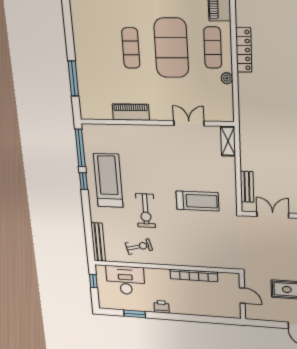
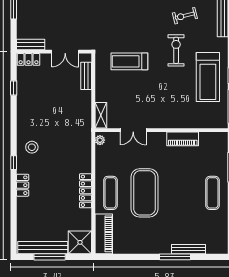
exercise mat: (131, 48) -> (212, 193), moved
plant: (227, 78) -> (100, 140), moved

